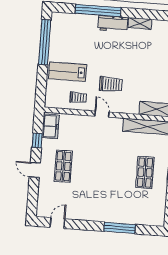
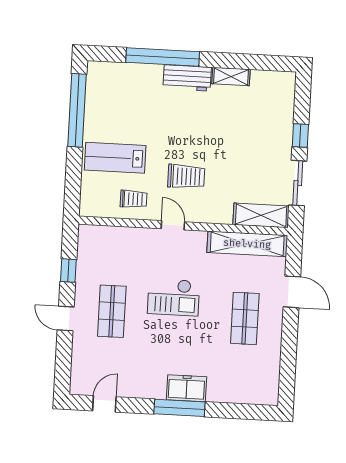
freezer: (51, 126) -> (186, 388), moved, turned -90
checkout: (101, 158) -> (174, 297), added
window: (120, 228) -> (179, 408), moved

